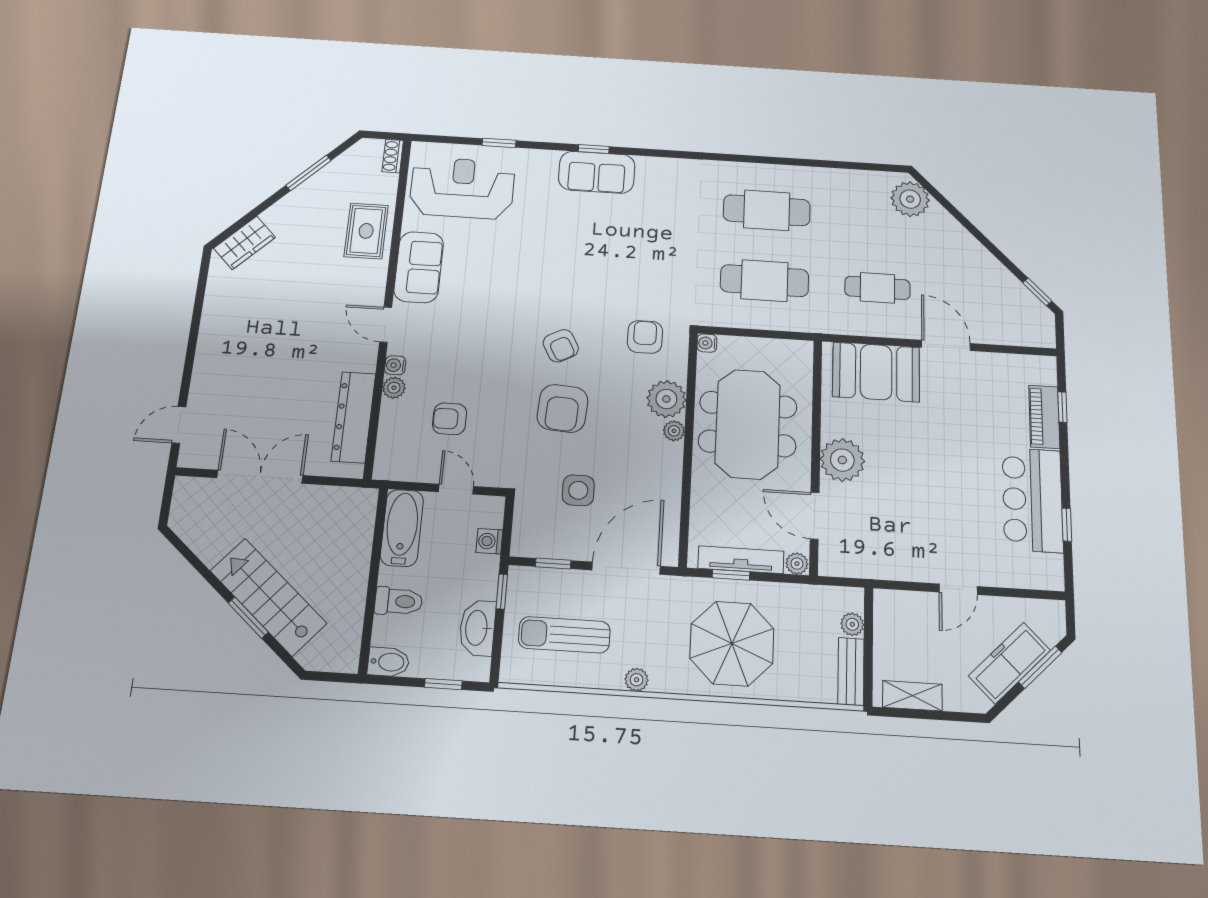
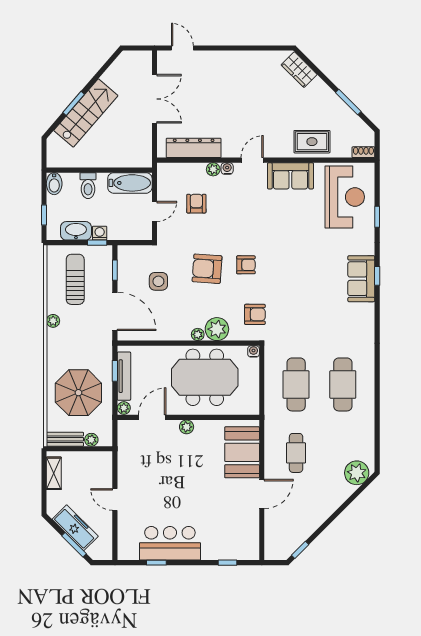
armchair: (561, 346) -> (246, 265), turned -152
piano: (1044, 417) -> (221, 552), removed
plant: (842, 460) -> (187, 427), width x0.53, depth x0.53
washing machine: (489, 541) -> (100, 233), moved
parasol: (732, 643) -> (78, 393), moved

